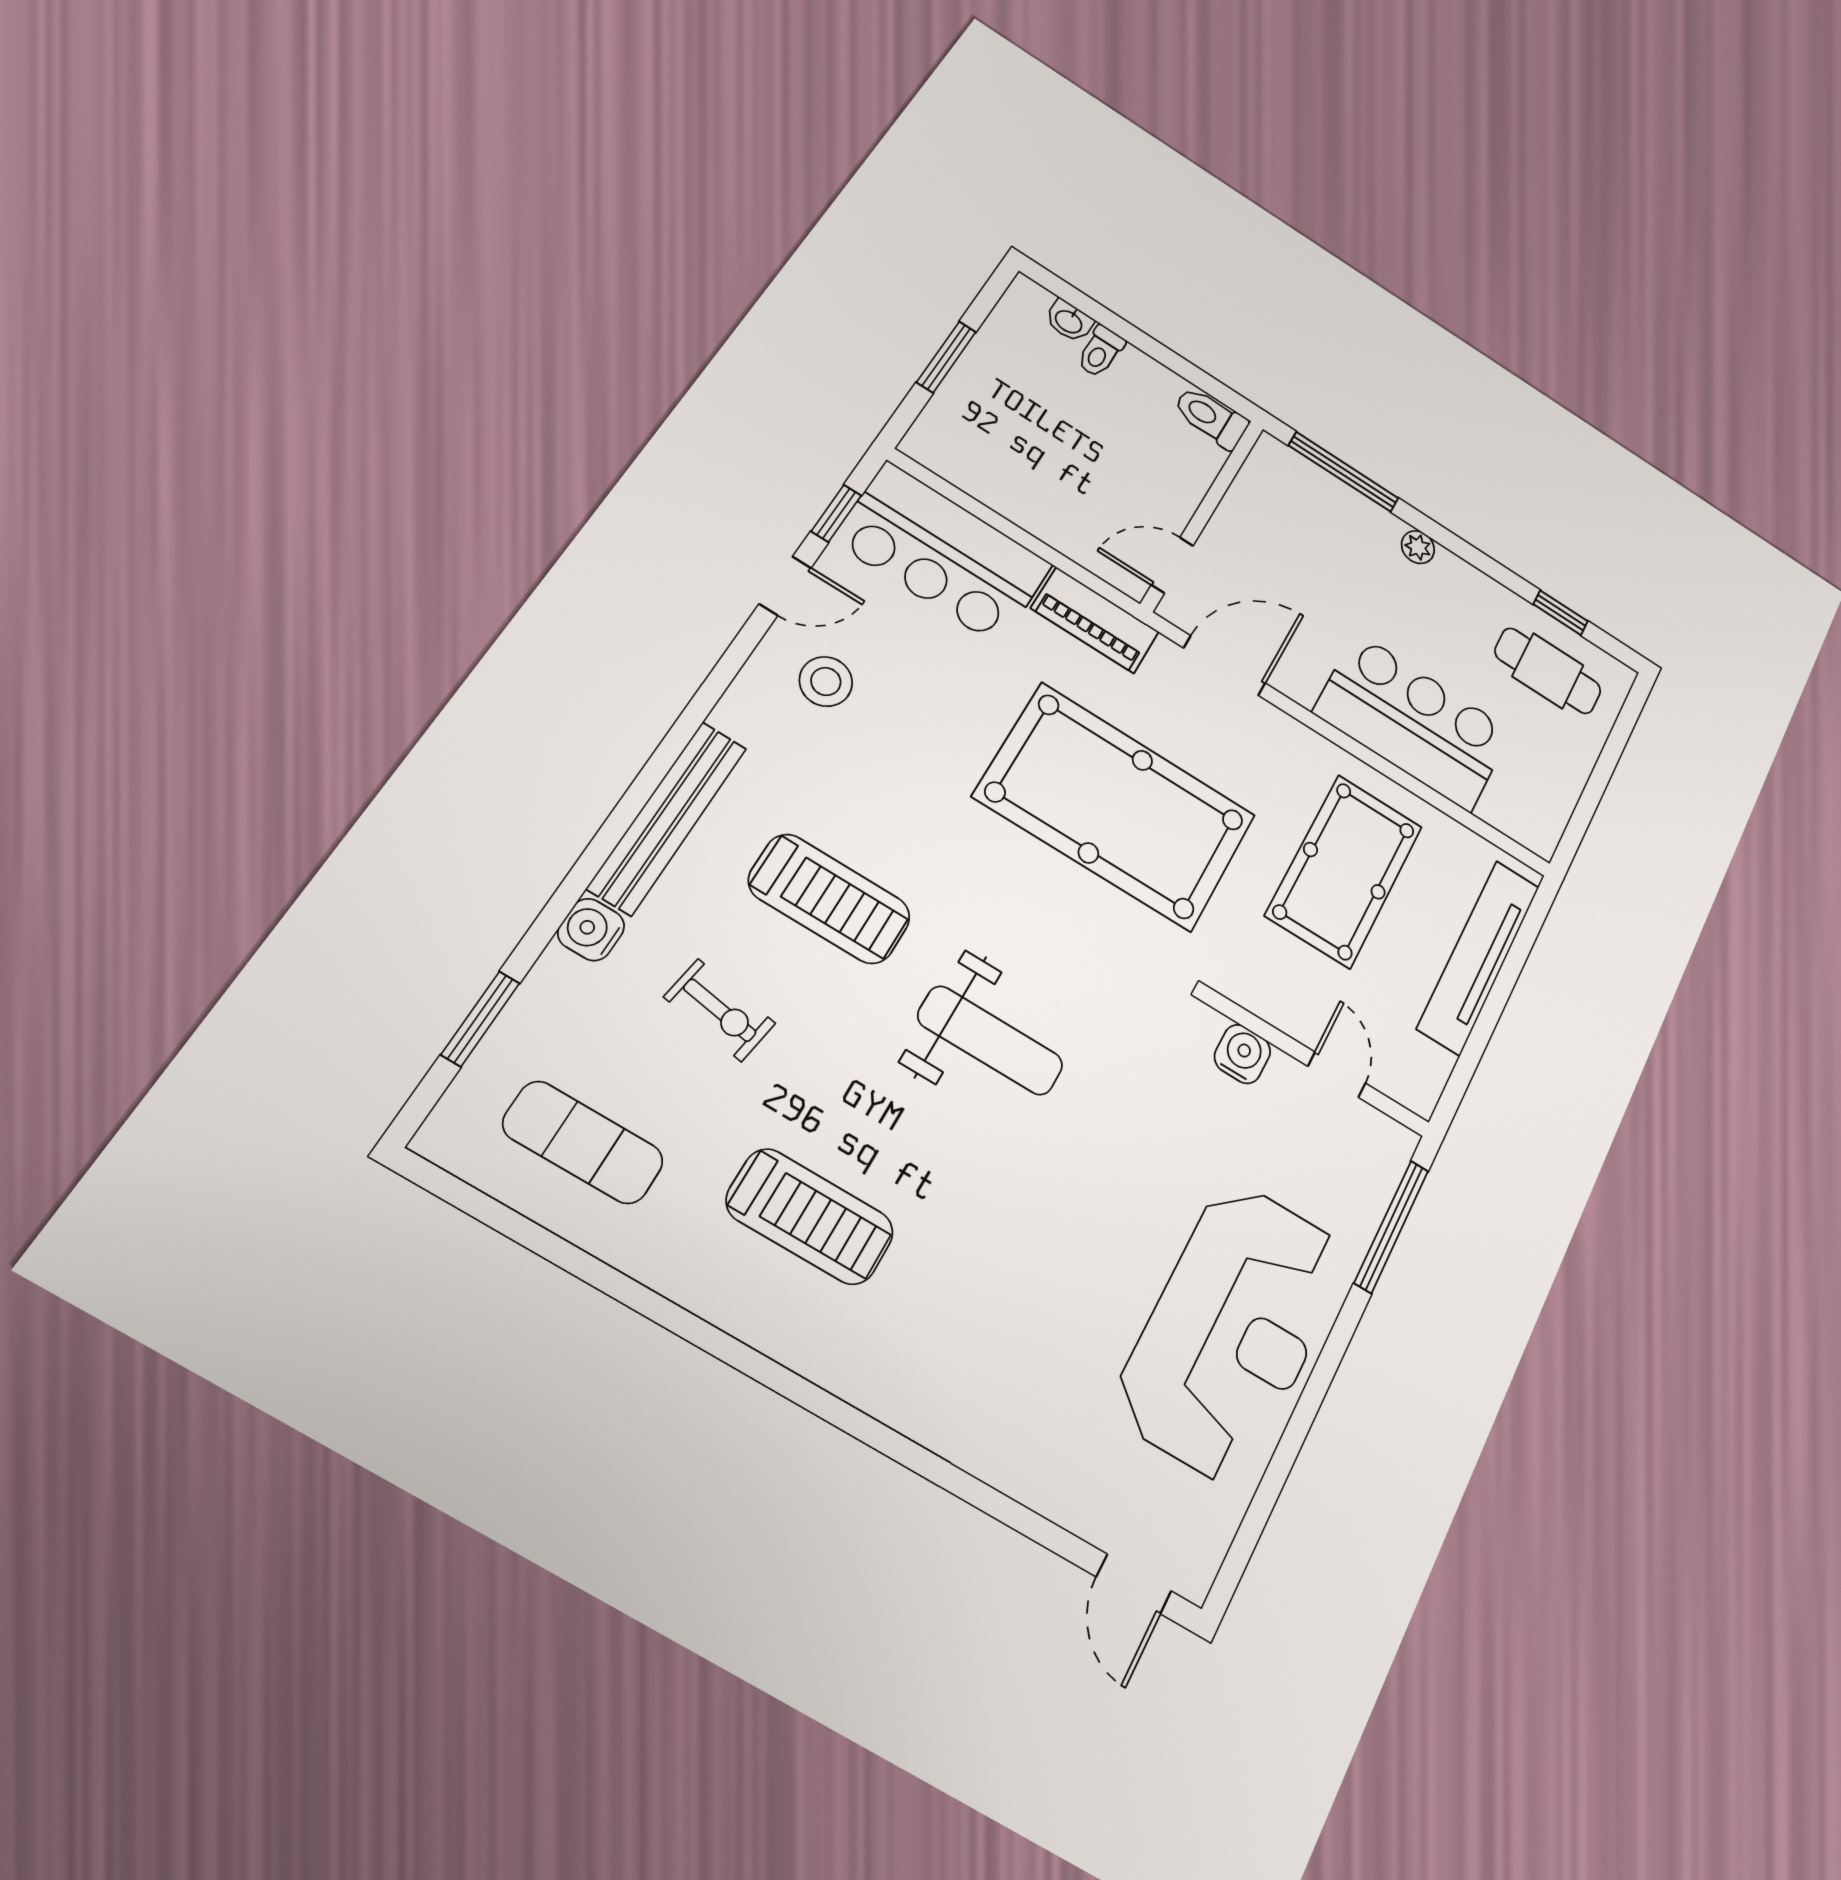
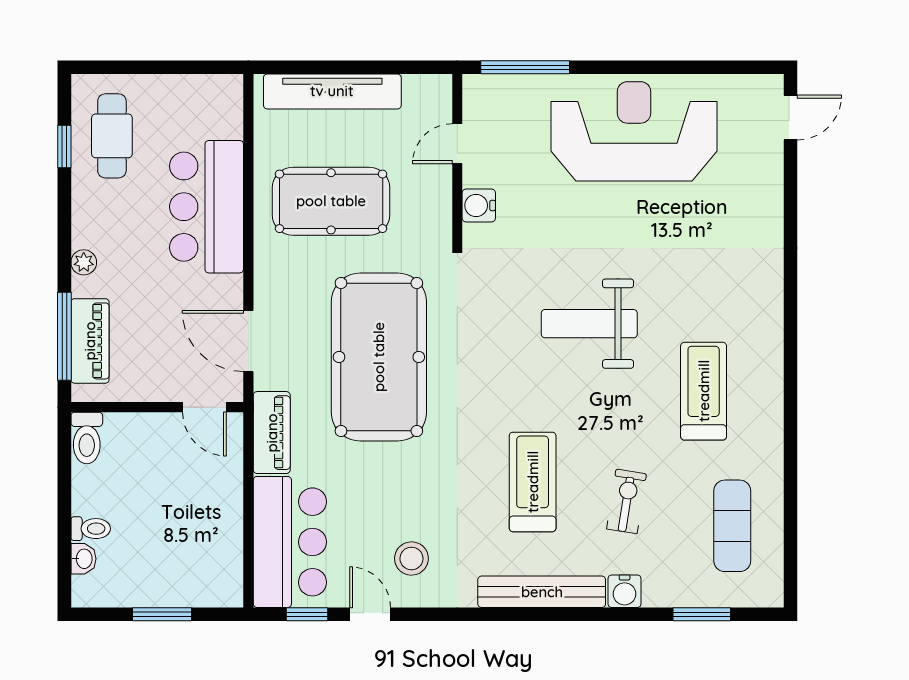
piano: (1323, 495) -> (90, 341), added
weight bench: (990, 1040) -> (589, 324), moved, turned -90

